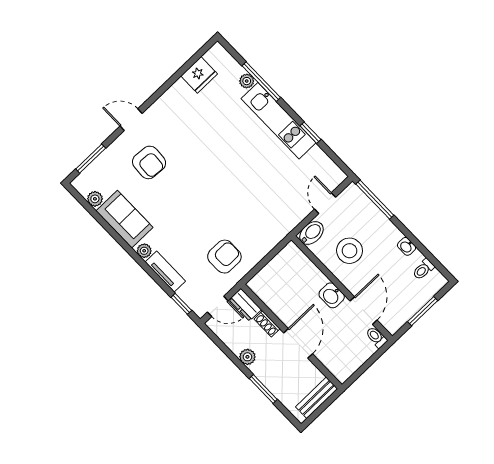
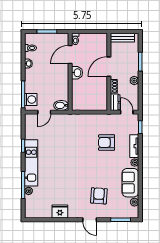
fridge: (199, 75) -> (60, 212), moved
washing machine: (358, 203) -> (31, 99), added
stool: (350, 251) -> (53, 84), removed
armchair: (224, 257) -> (107, 143), moved

